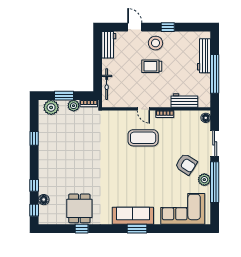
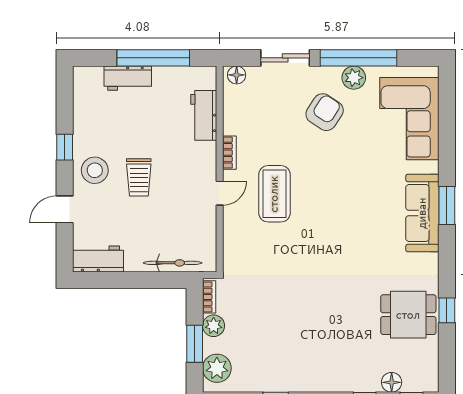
workbench: (204, 56) -> (128, 78), width x0.73

